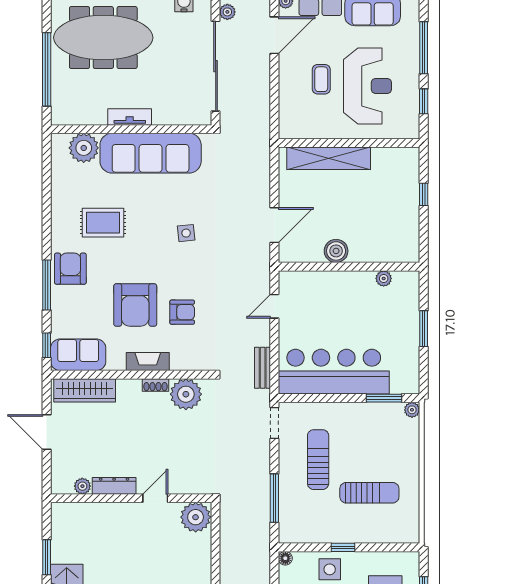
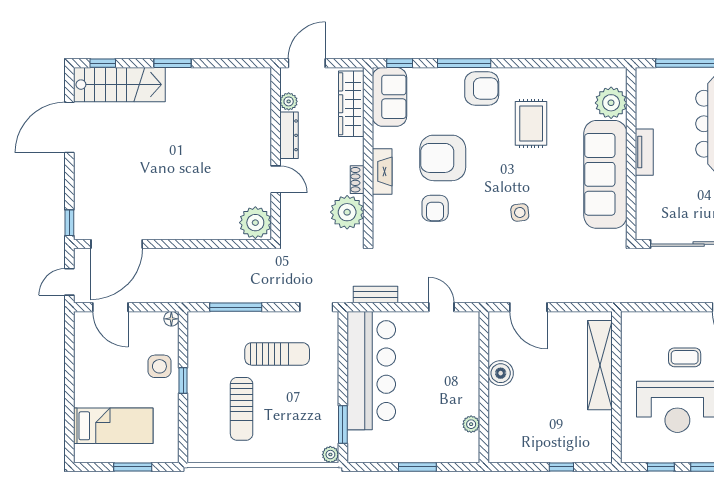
plant: (82, 486) -> (289, 101), moved
dresser: (114, 486) -> (289, 135), moved
wall: (131, 498) -> (276, 154), moved
door: (155, 498) -> (276, 179), moved
plant: (196, 517) -> (255, 223), moved

